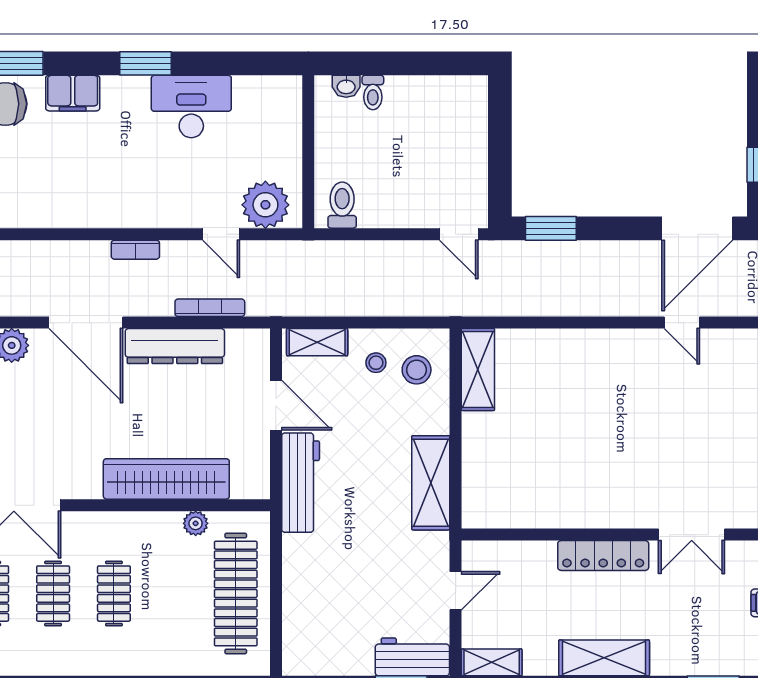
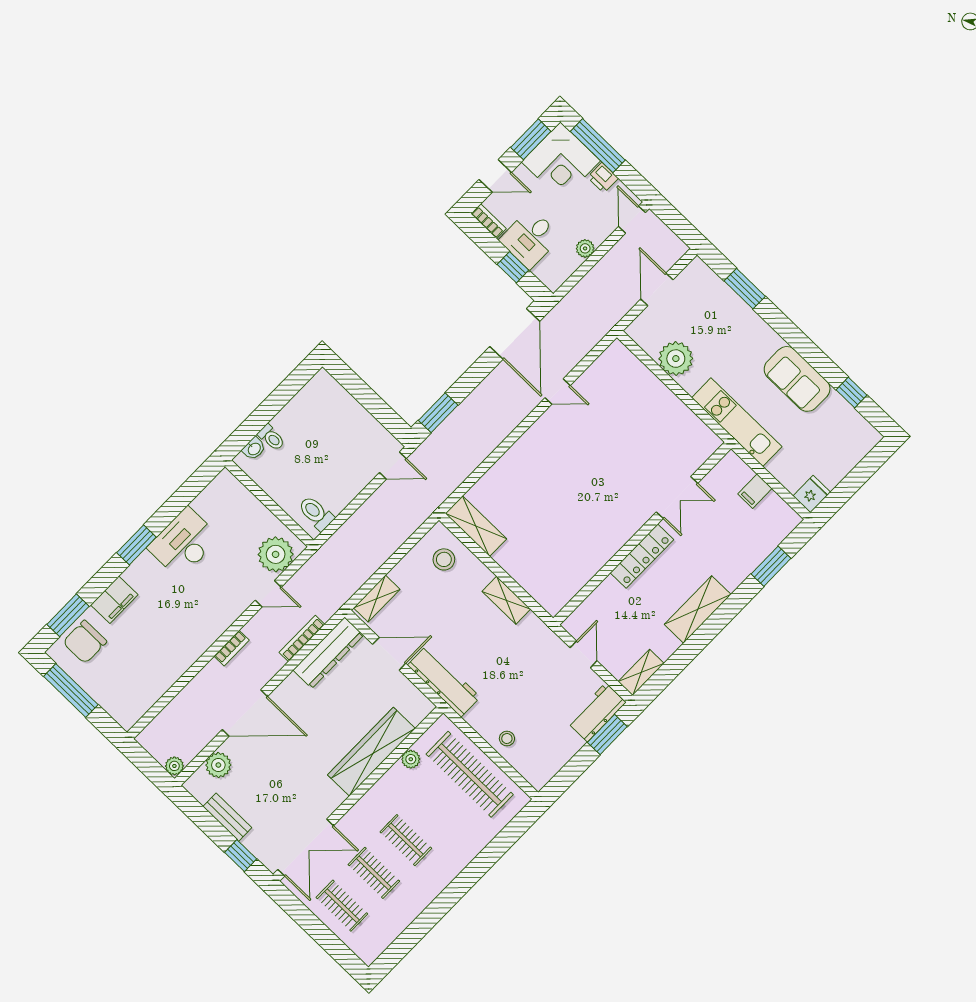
dresser: (175, 346) -> (328, 653), moved
stool: (376, 363) -> (507, 739), moved
shelving: (431, 483) -> (506, 600), width x0.67, depth x0.75

